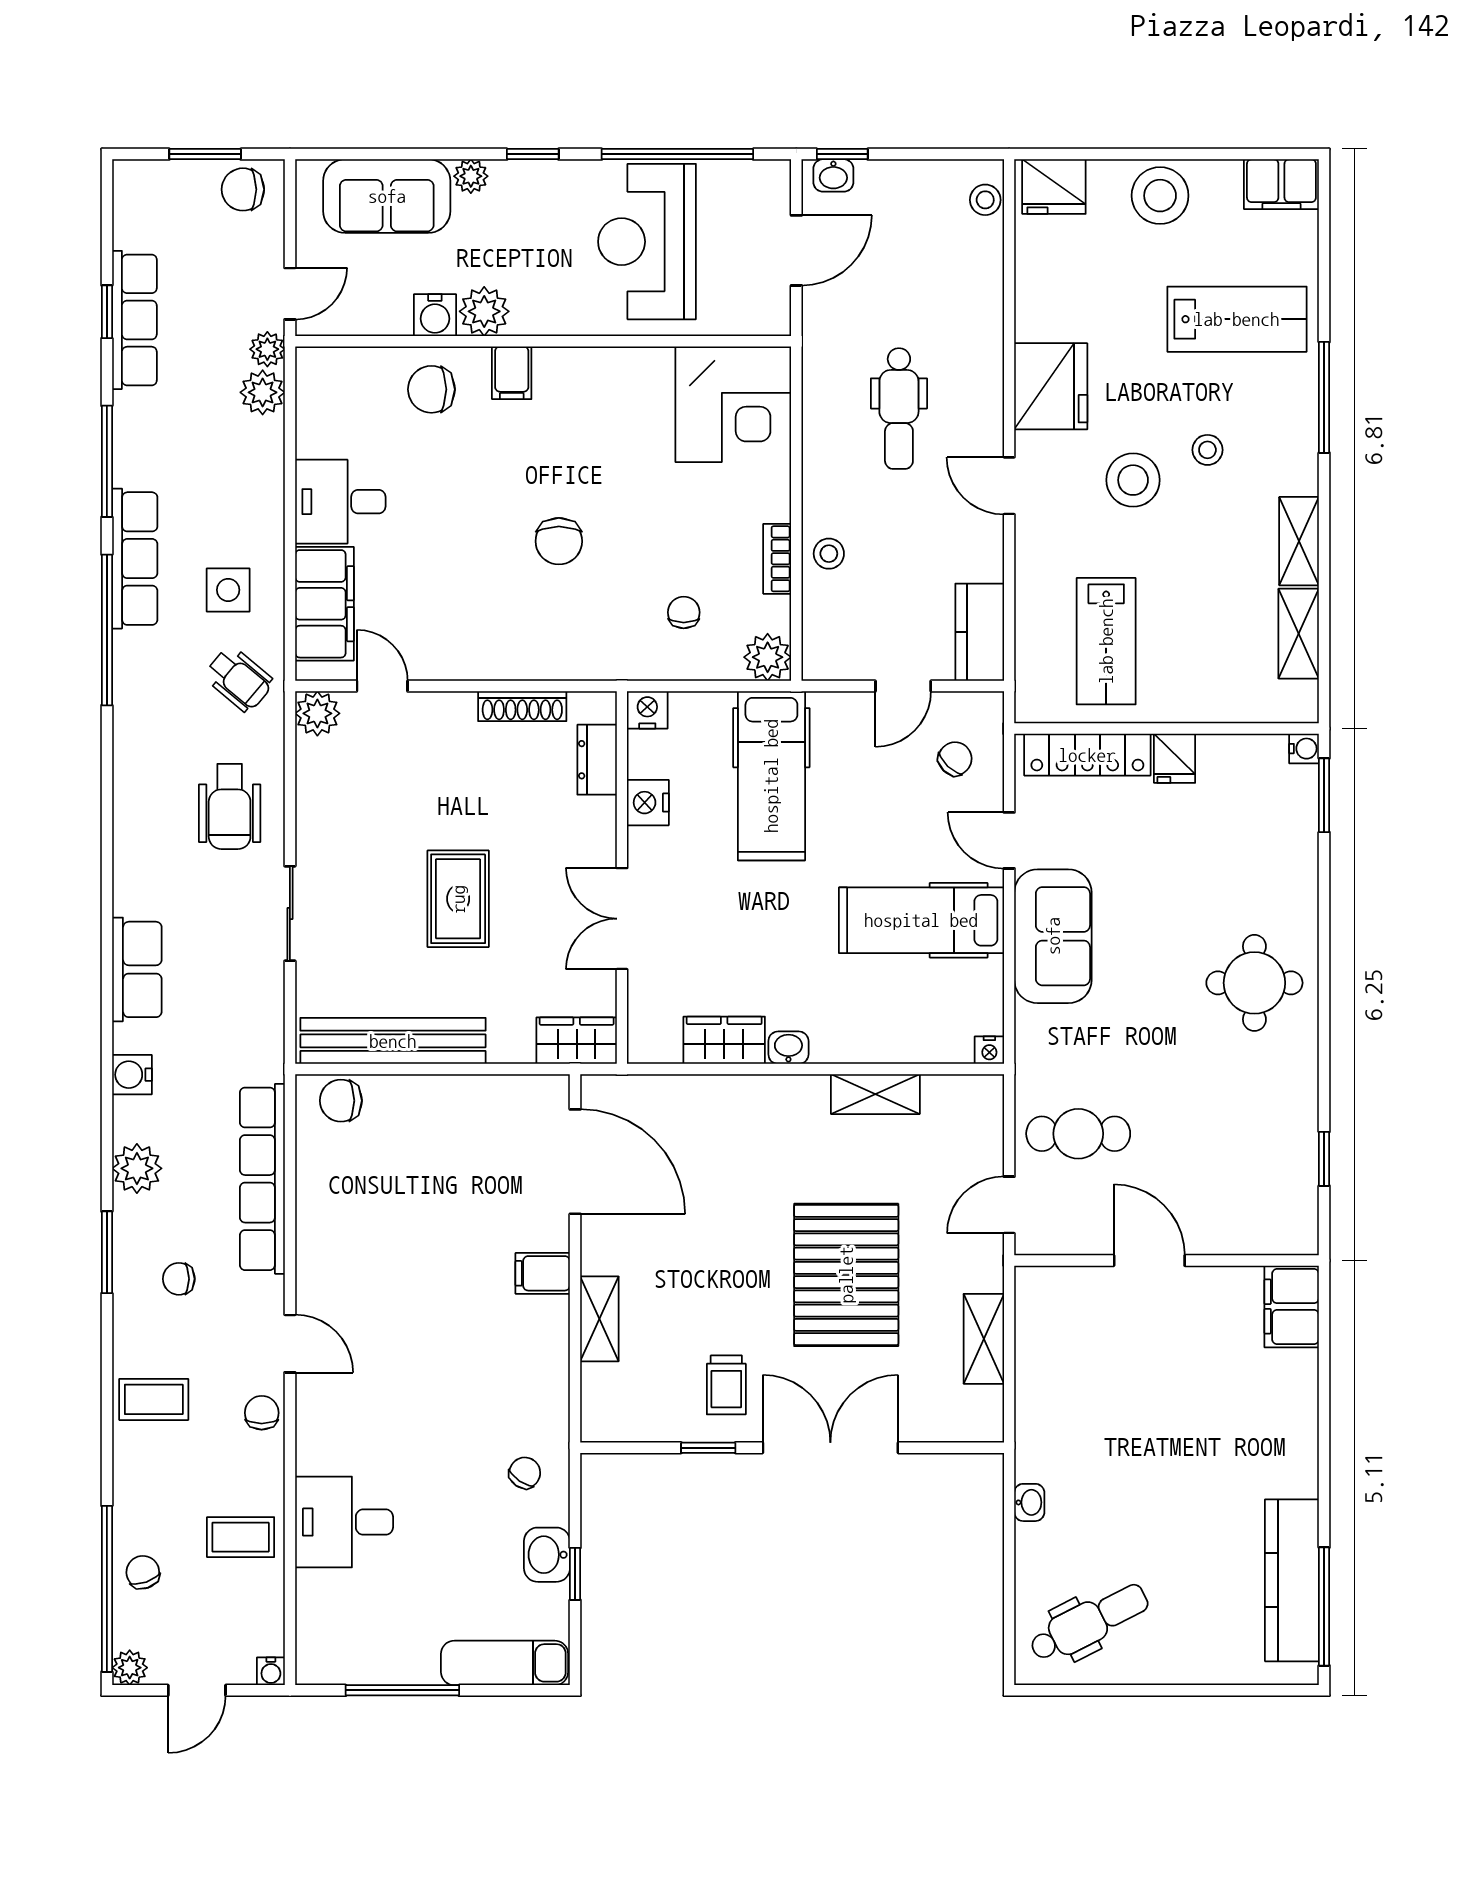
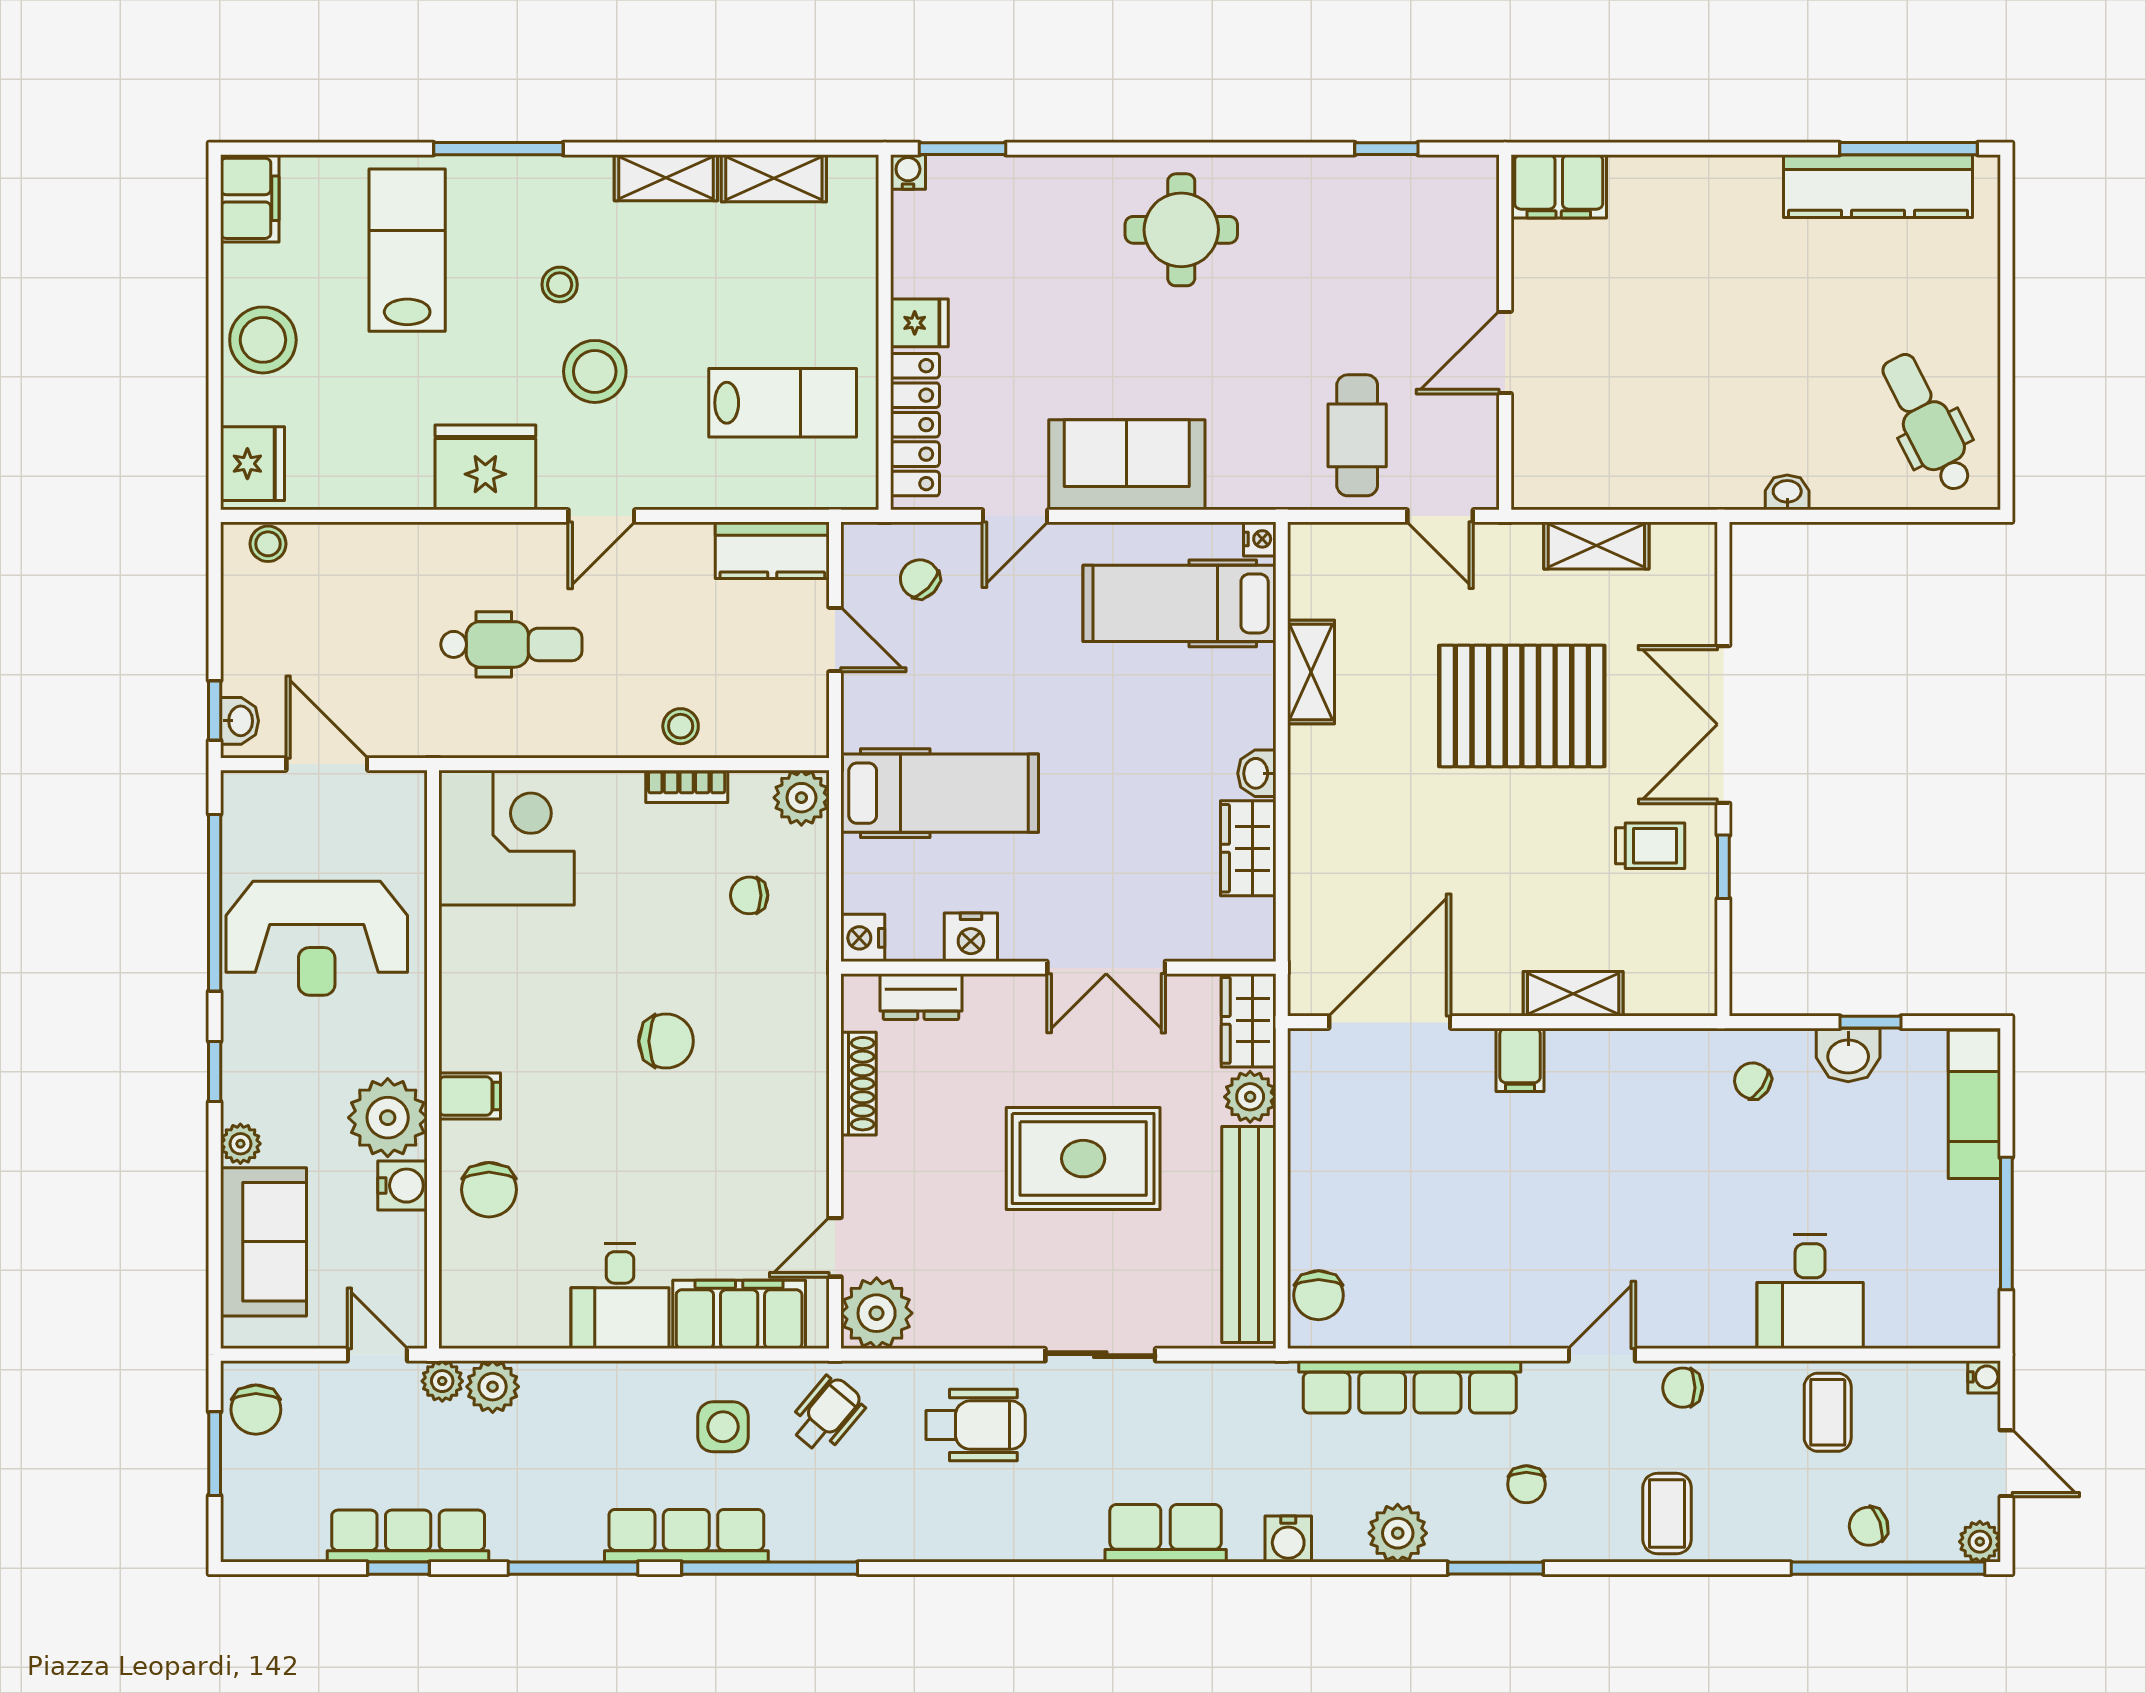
plant: (484, 311) -> (388, 1118), width x1.36, depth x1.36
plant: (317, 713) -> (877, 1313), width x1.36, depth x1.36
rug: (458, 899) -> (1083, 1159), width x1.36, depth x1.43
hospital bed: (921, 920) -> (1179, 603), moved, turned 90
plant: (511, 1042) -> (1250, 1097), added

